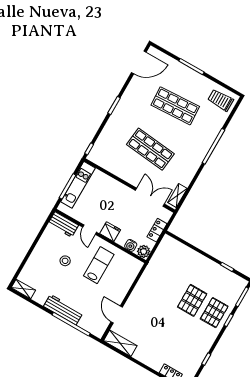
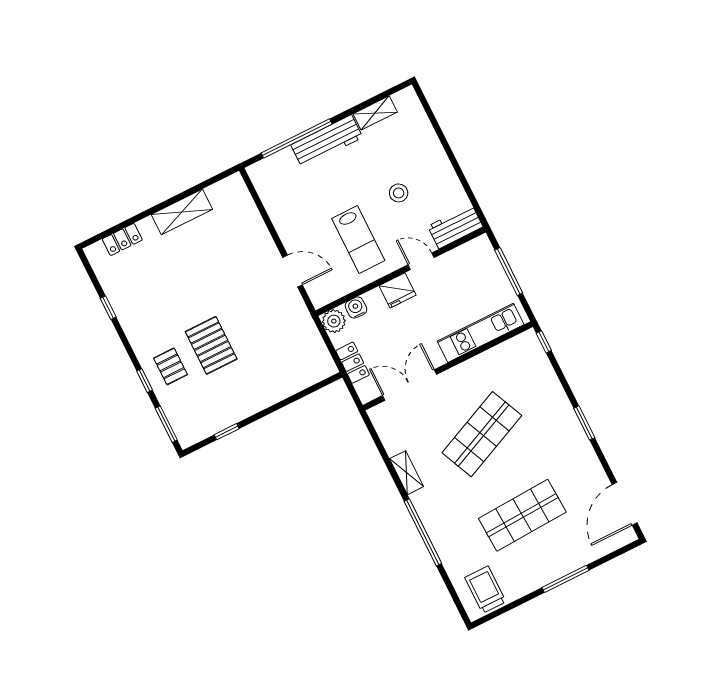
trolley: (221, 100) -> (485, 590), turned -90
shop shelf: (150, 149) -> (482, 434), turned -30
kitchen unit: (78, 185) -> (481, 333), moved, turned 90
shelving: (177, 196) -> (407, 473), moved
double door: (150, 197) -> (410, 385), swing flipped
shelving: (23, 289) -> (375, 113), moved
pallet: (214, 313) -> (171, 366), width x0.67, depth x0.71
door: (117, 314) -> (293, 271), moved
shelving: (120, 343) -> (182, 212), moved

